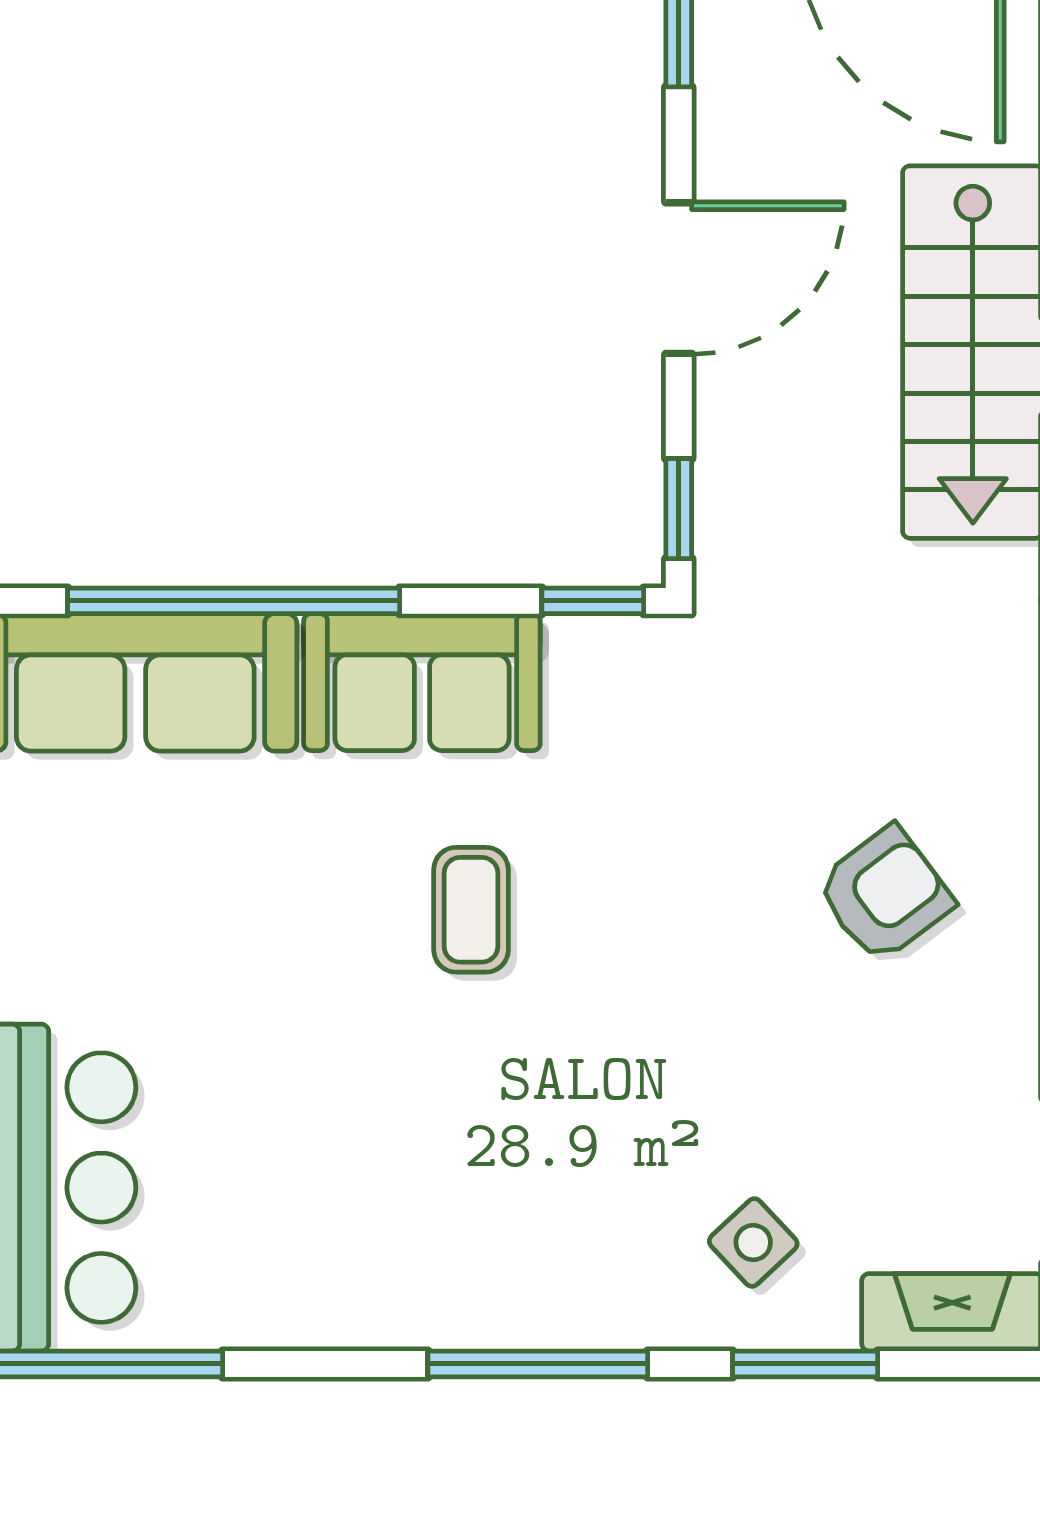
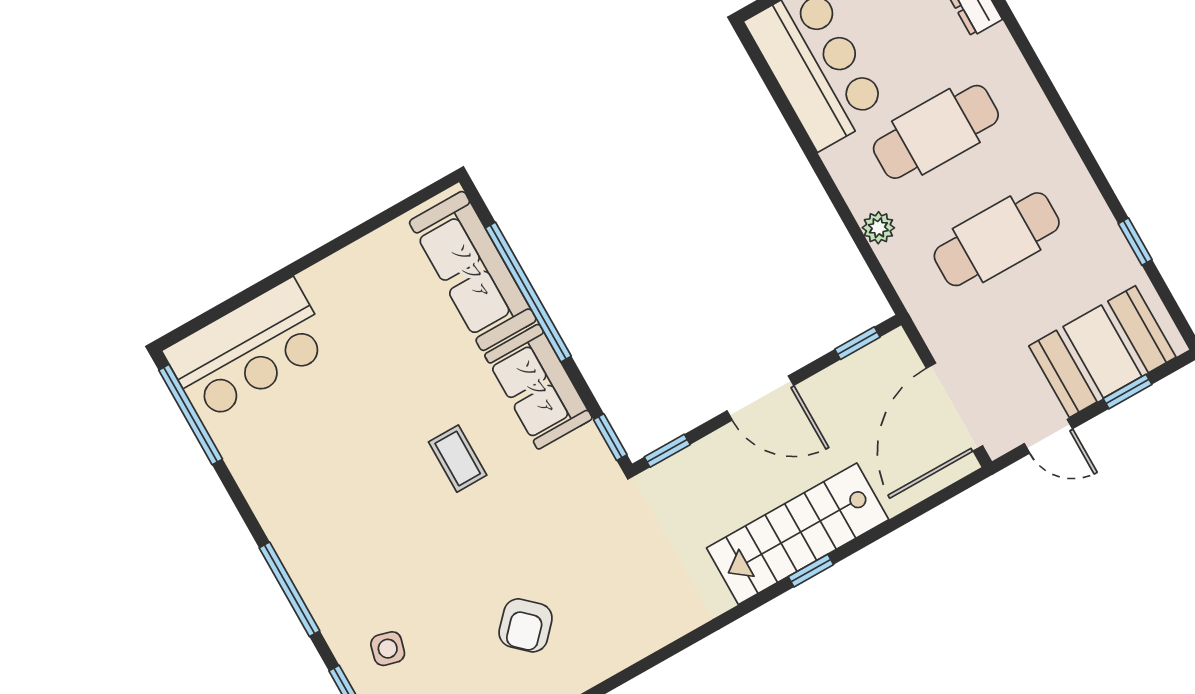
armchair: (885, 894) -> (526, 625), moved, turned 80
coffee table: (471, 910) -> (458, 459), turned 90
side table: (753, 1243) -> (388, 649), turned -32

